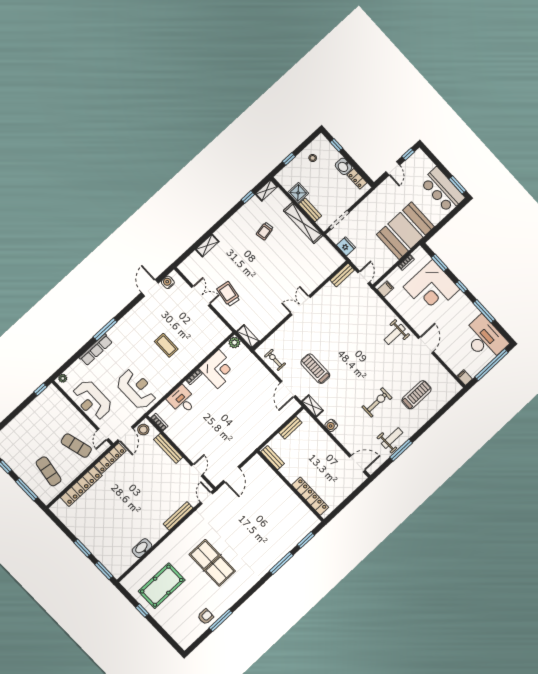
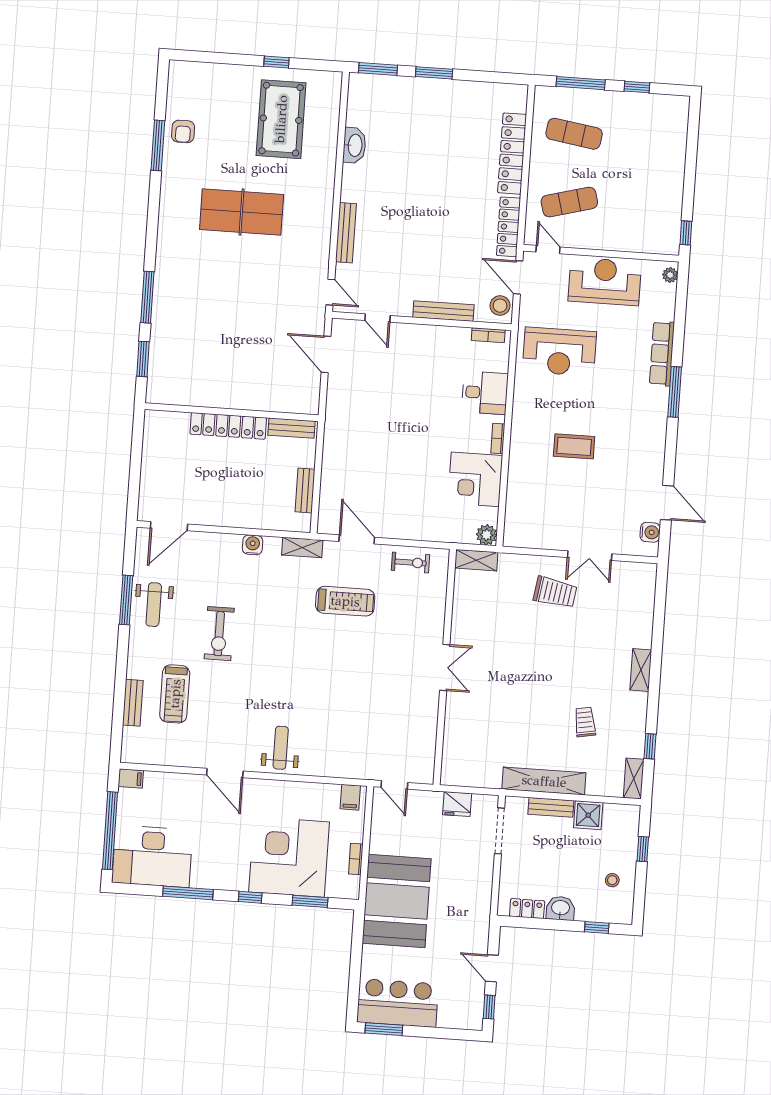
shelving: (207, 245) -> (641, 670), moved
bench: (342, 275) -> (133, 703), moved
locker: (310, 496) -> (228, 426), moved

